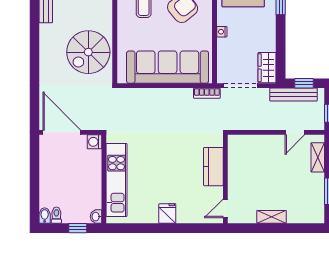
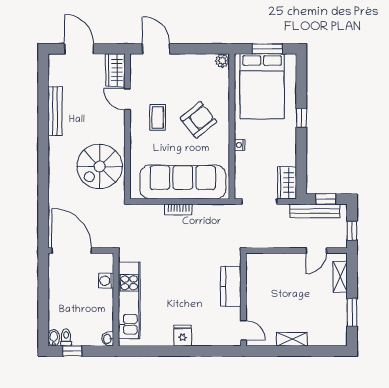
bookcase: (207, 93) -> (178, 210), moved
washing machine: (94, 142) -> (106, 281), moved
door: (225, 208) -> (243, 330), swing flipped
window: (78, 228) -> (72, 351), moved

